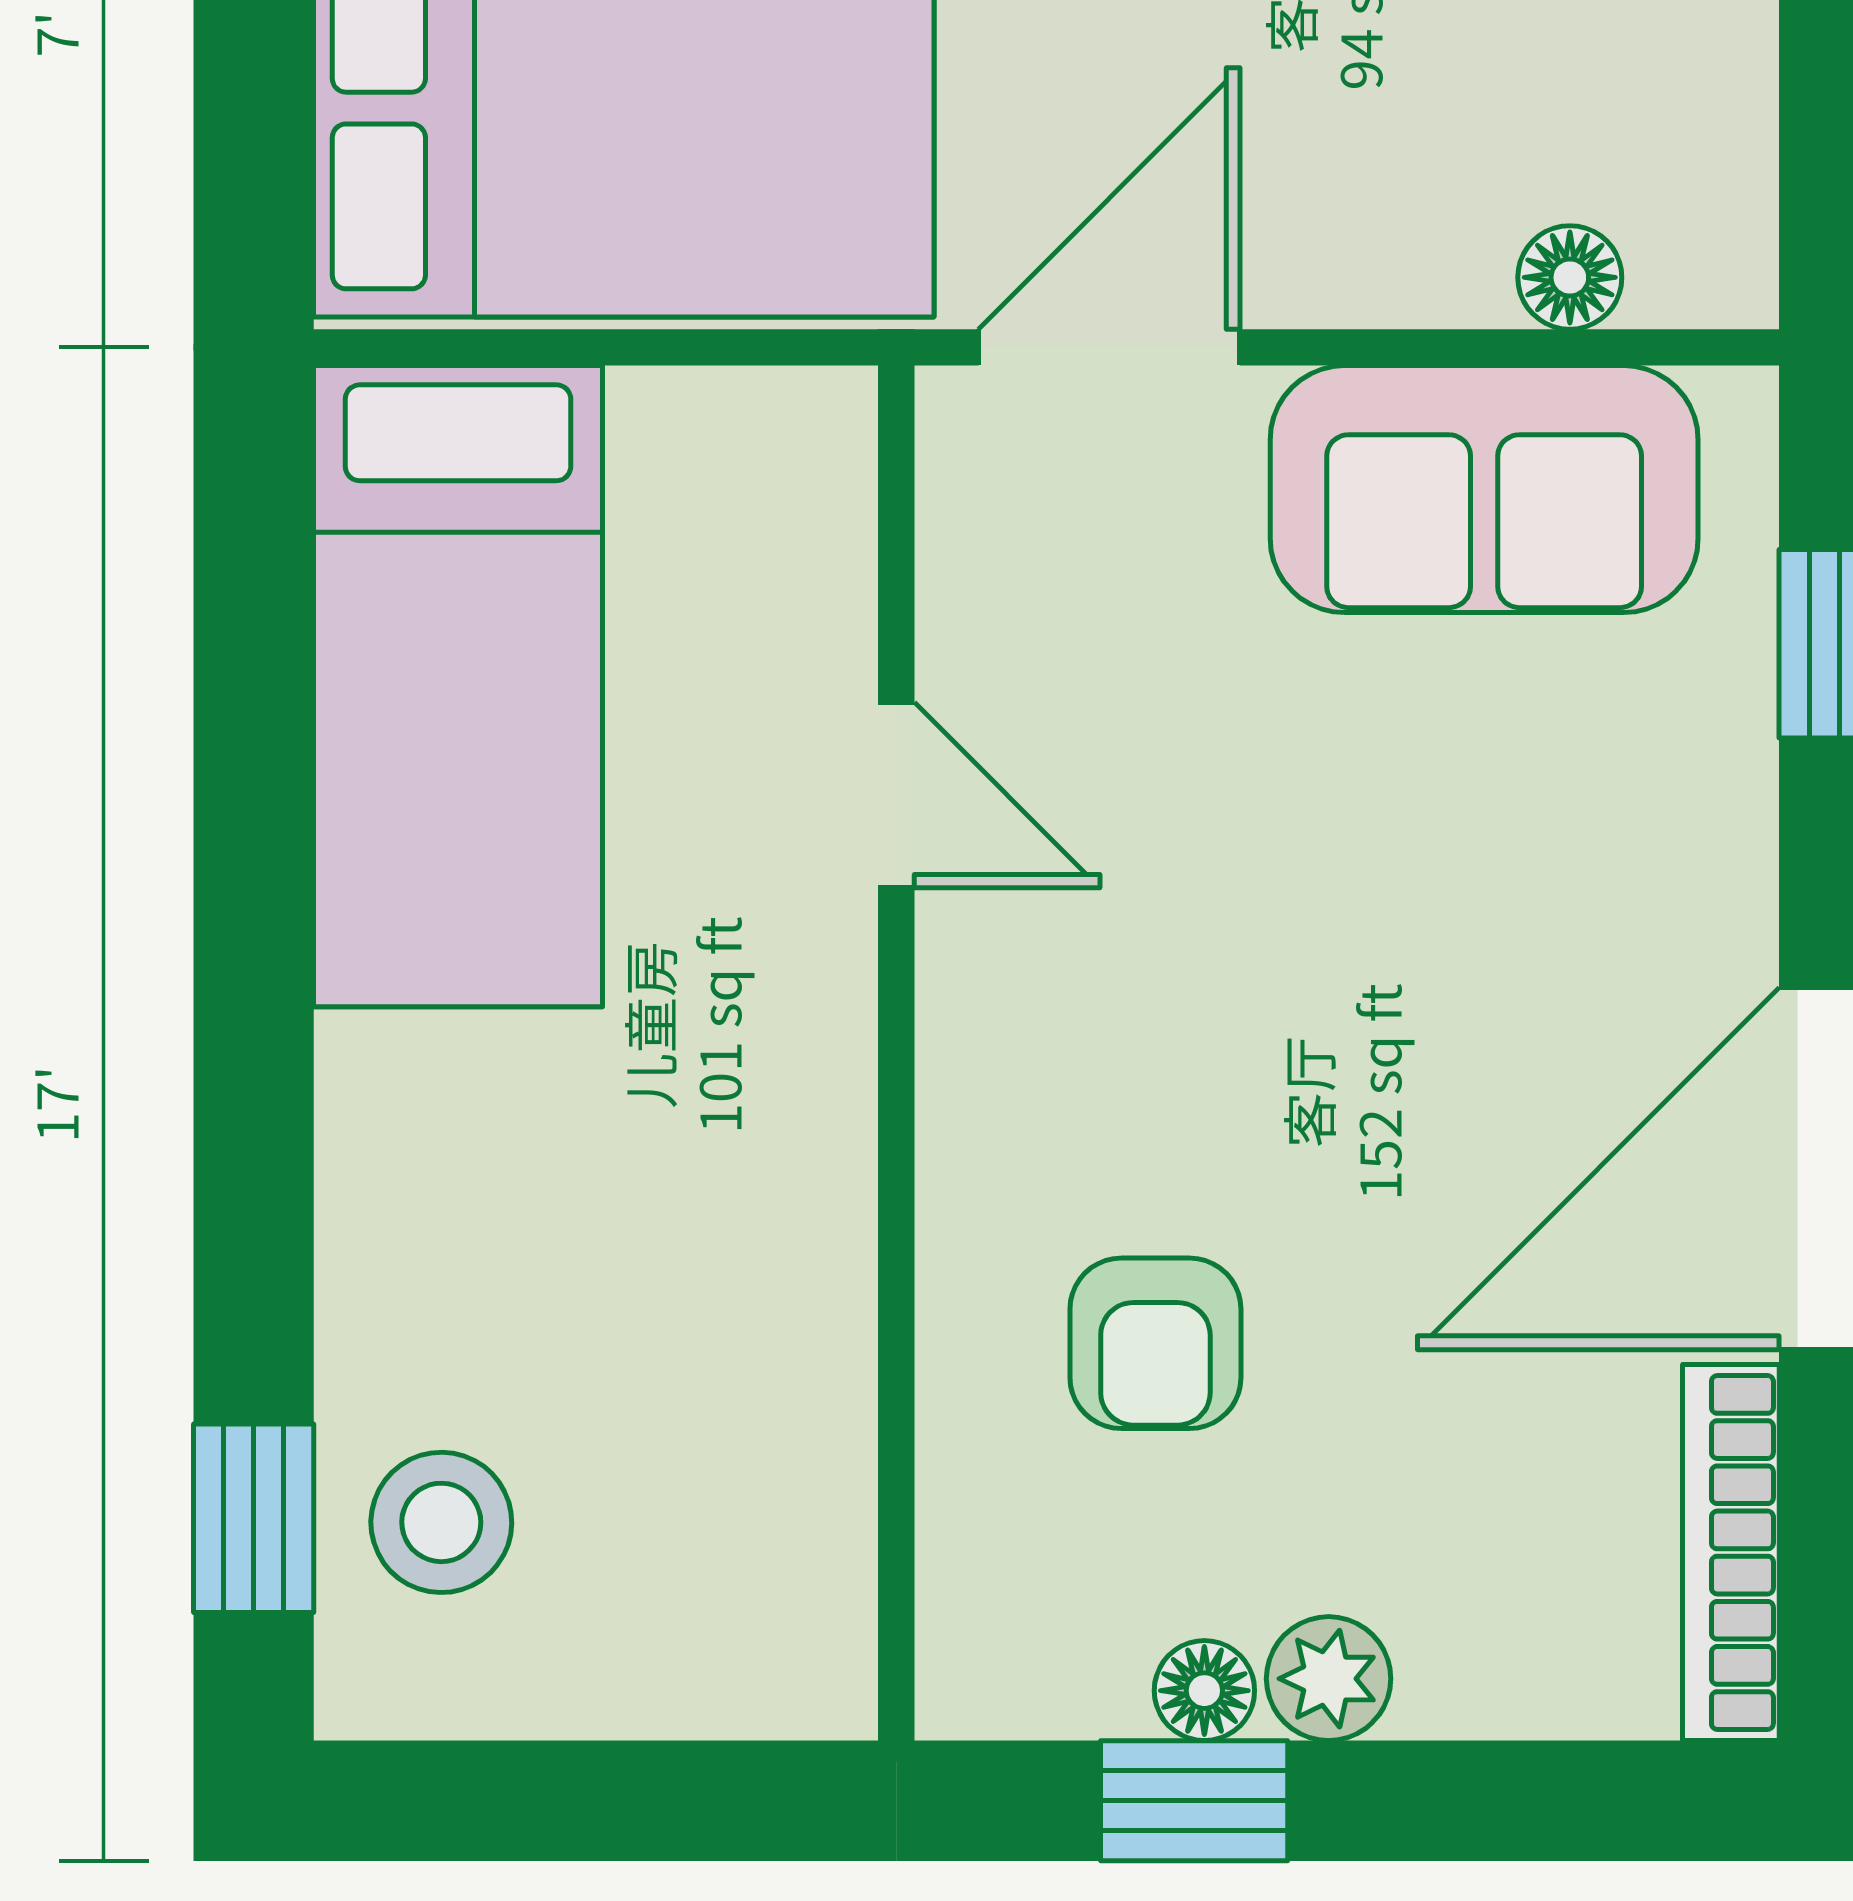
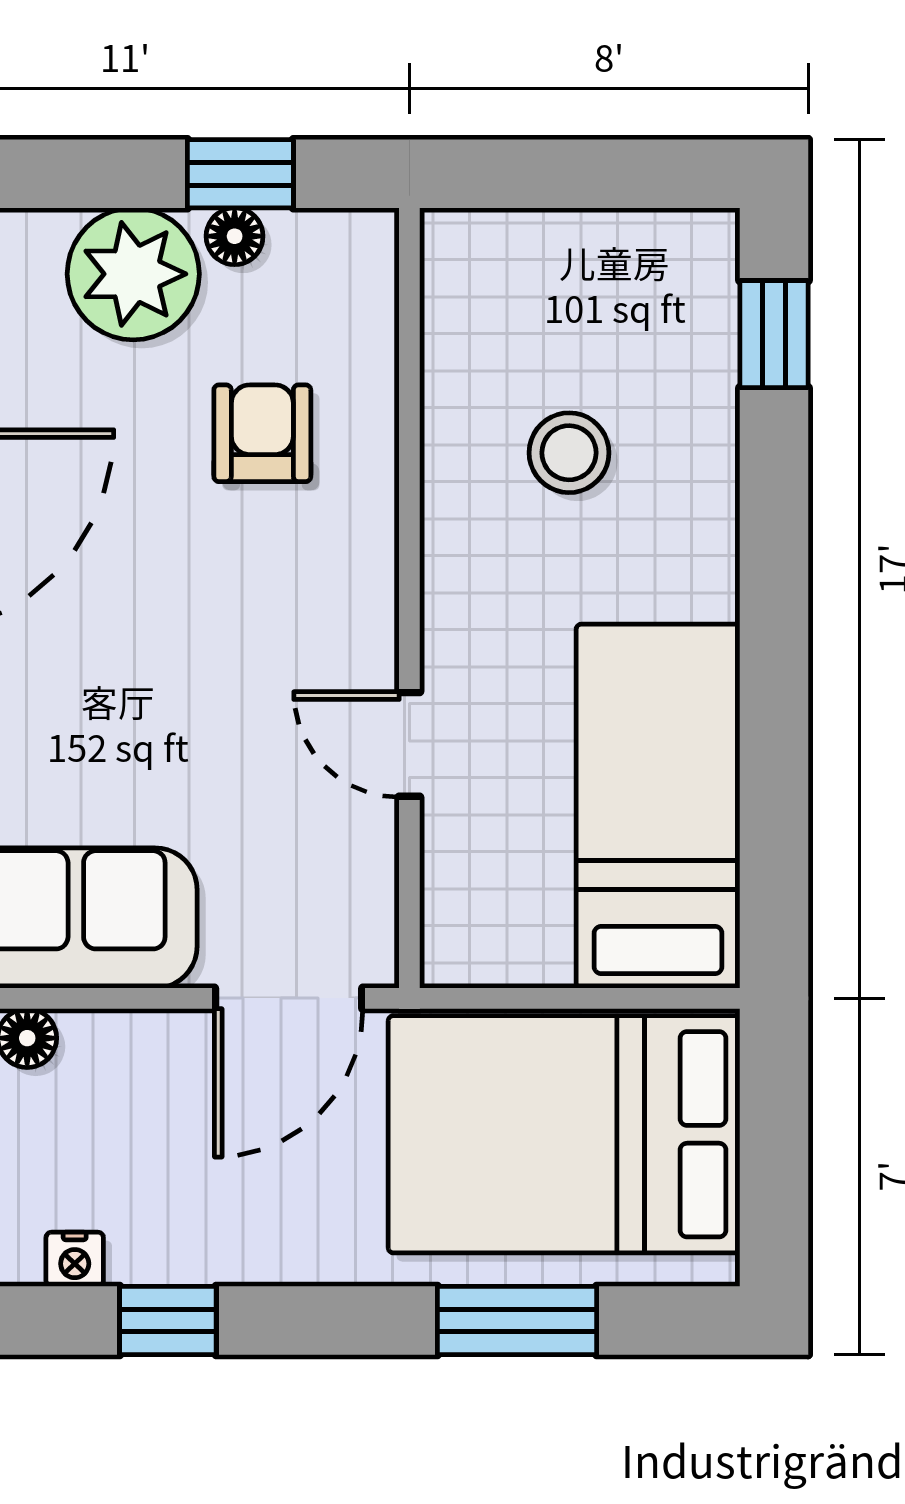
stool: (441, 1522) -> (569, 453), moved
plant: (1329, 1679) -> (133, 274), width x1.88, depth x1.88

